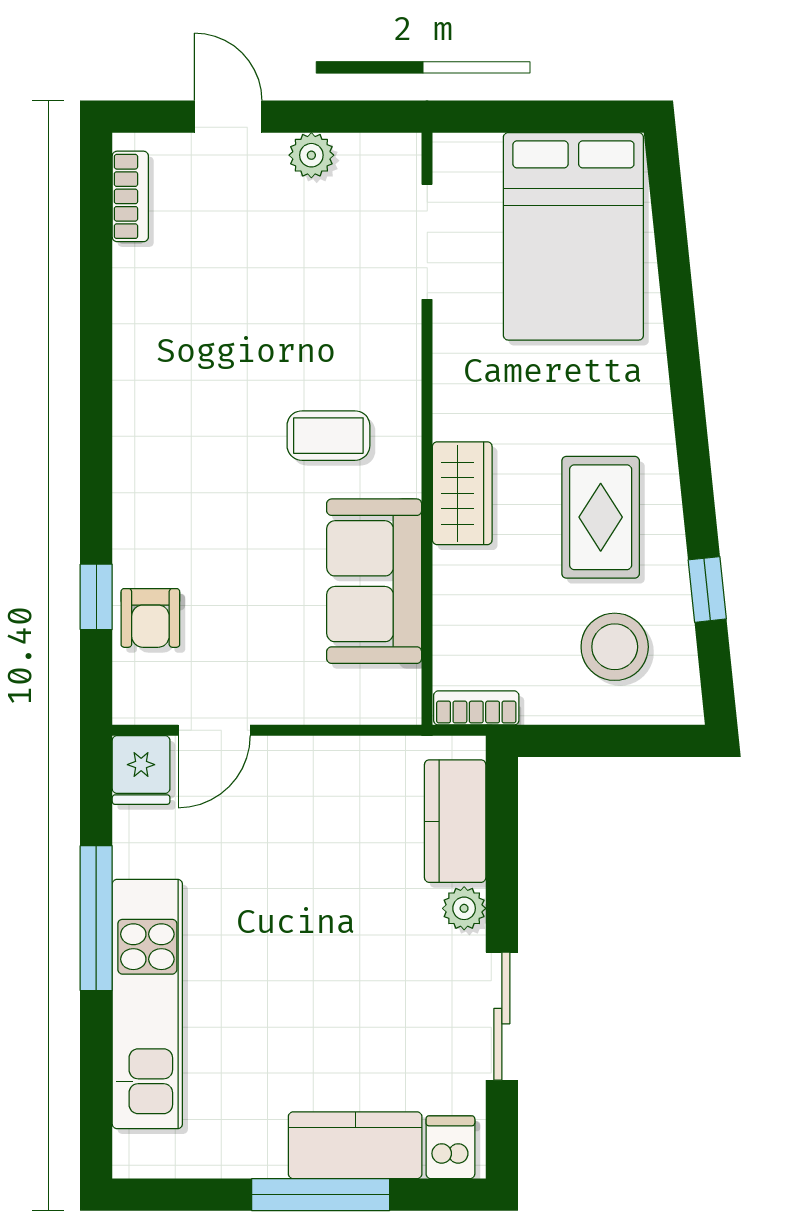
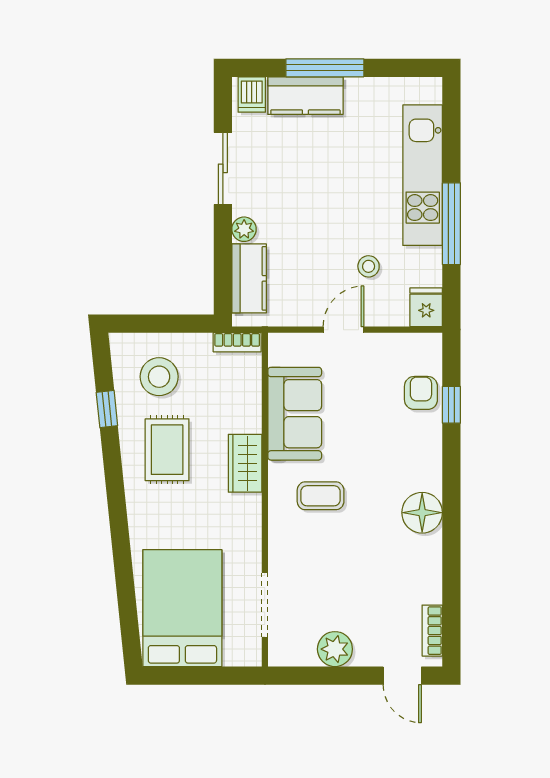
door: (228, 117) -> (402, 676), moved
plant: (311, 155) -> (335, 649), width x1.38, depth x1.38
floor lamp: (148, 406) -> (422, 513), added
door: (214, 730) -> (343, 330), moved
stool: (243, 842) -> (369, 266), added

